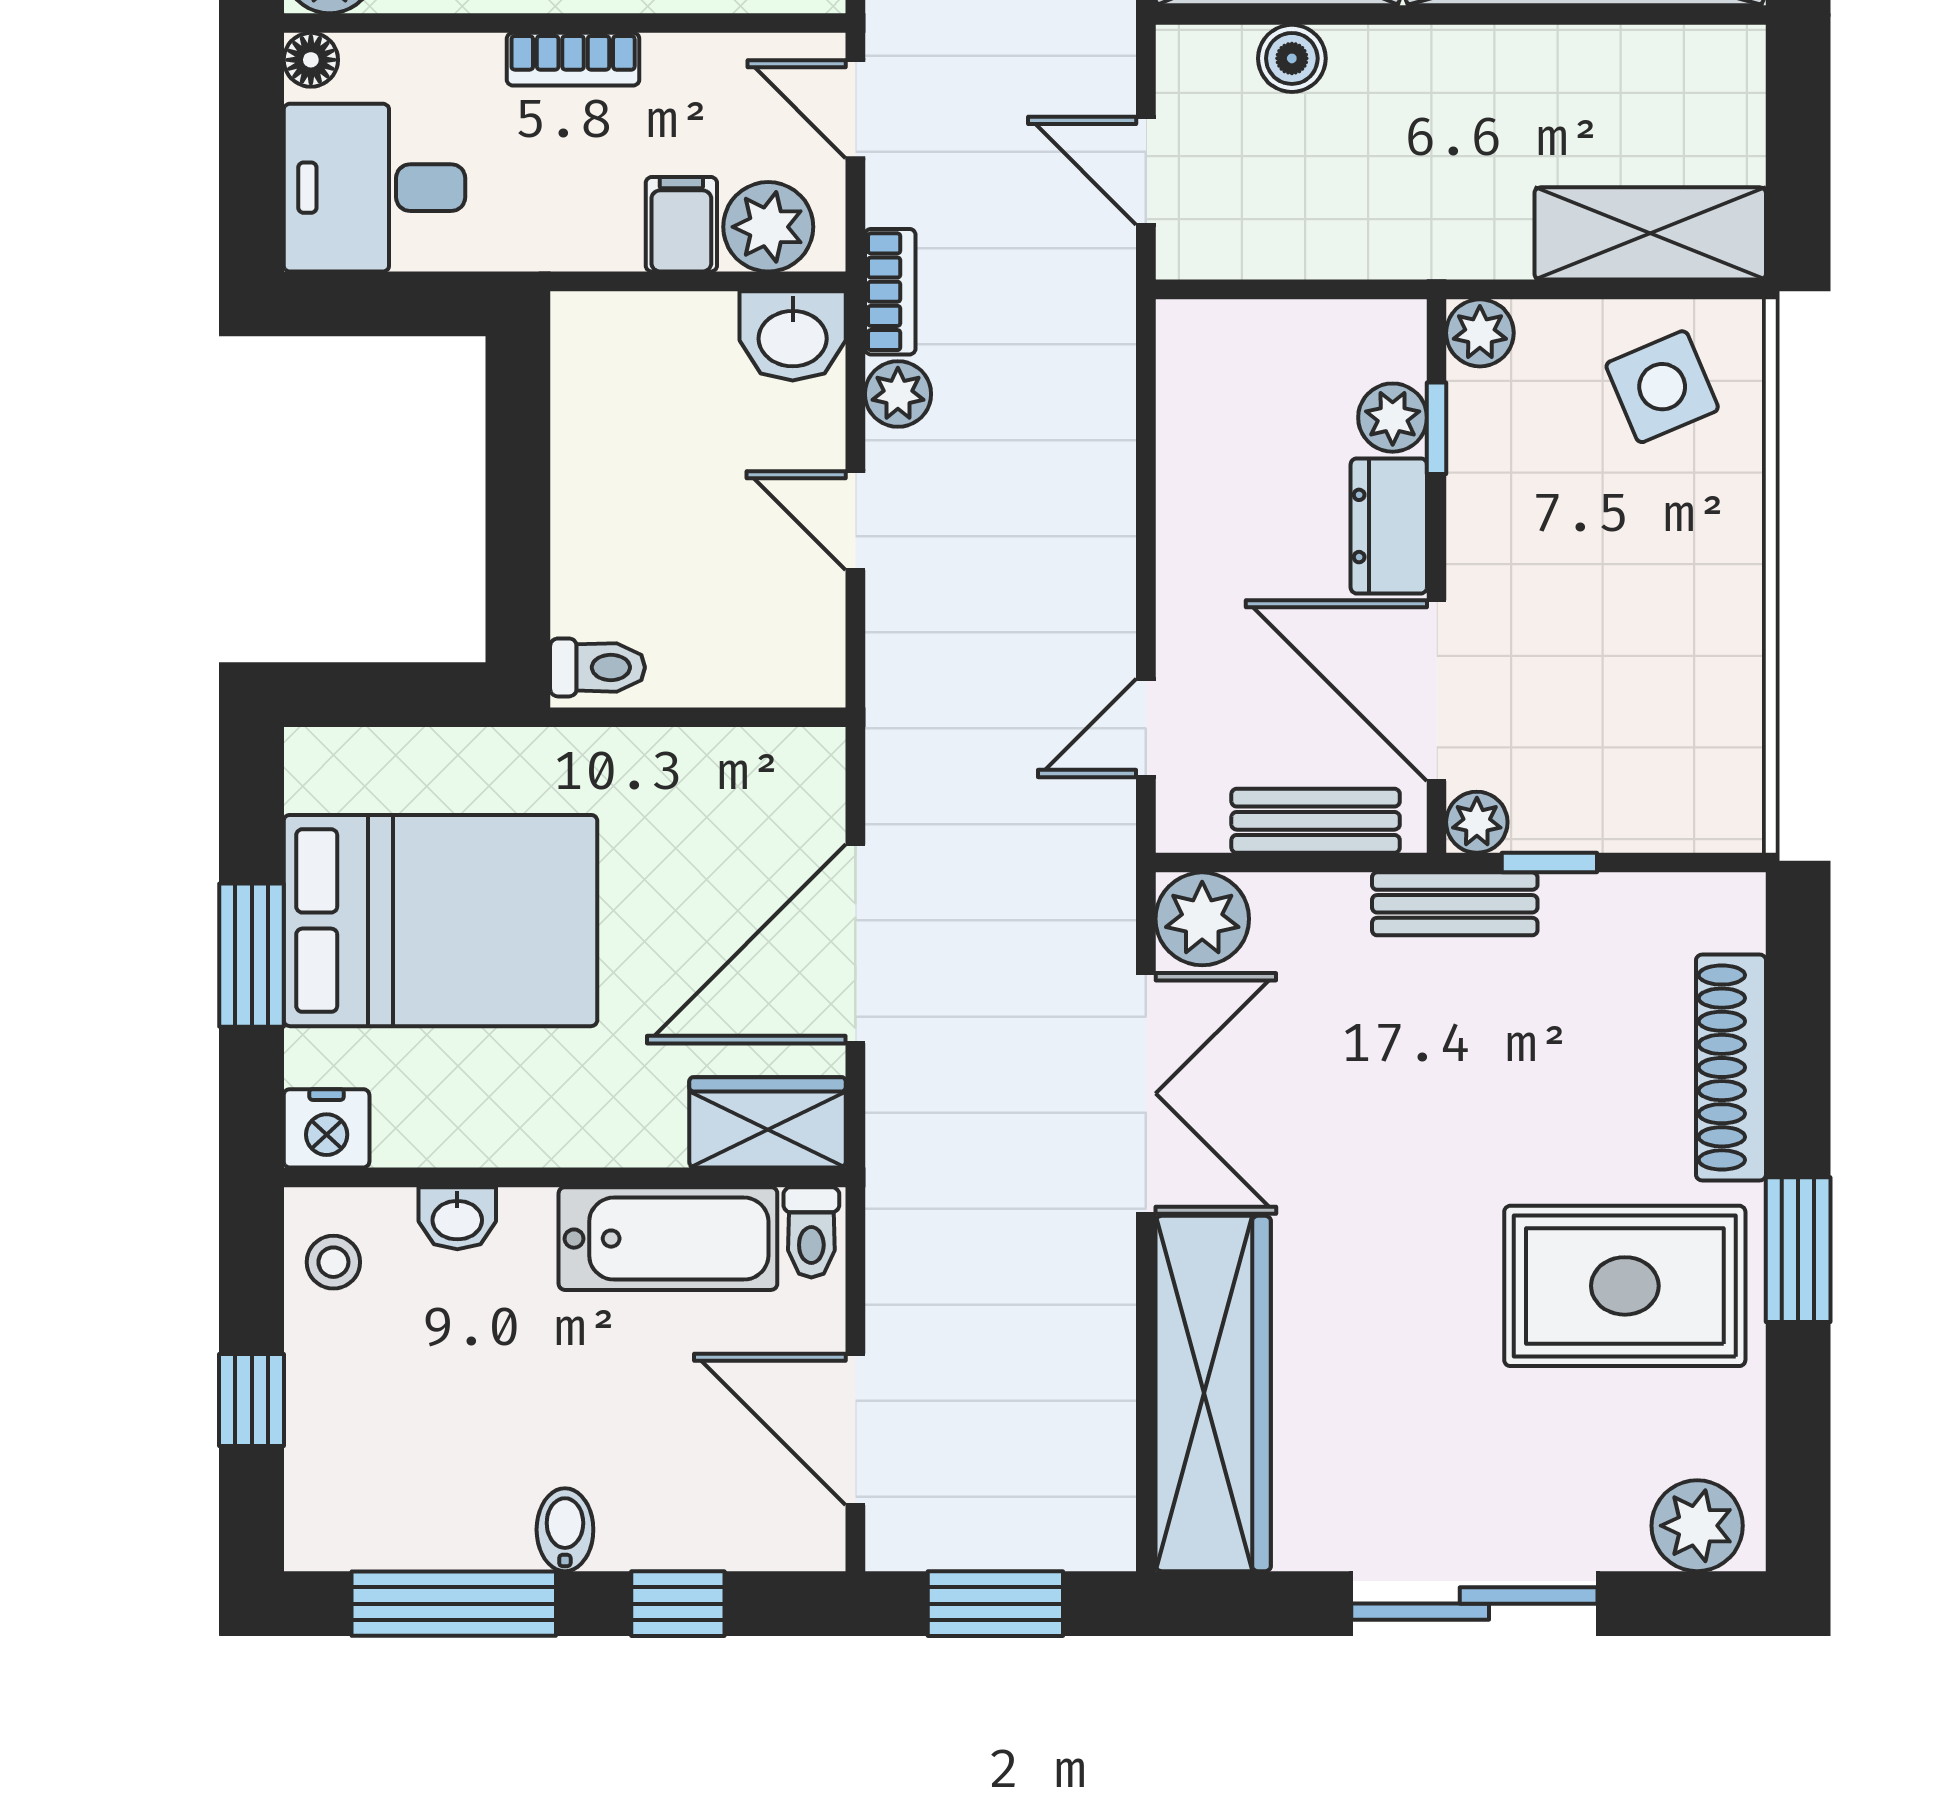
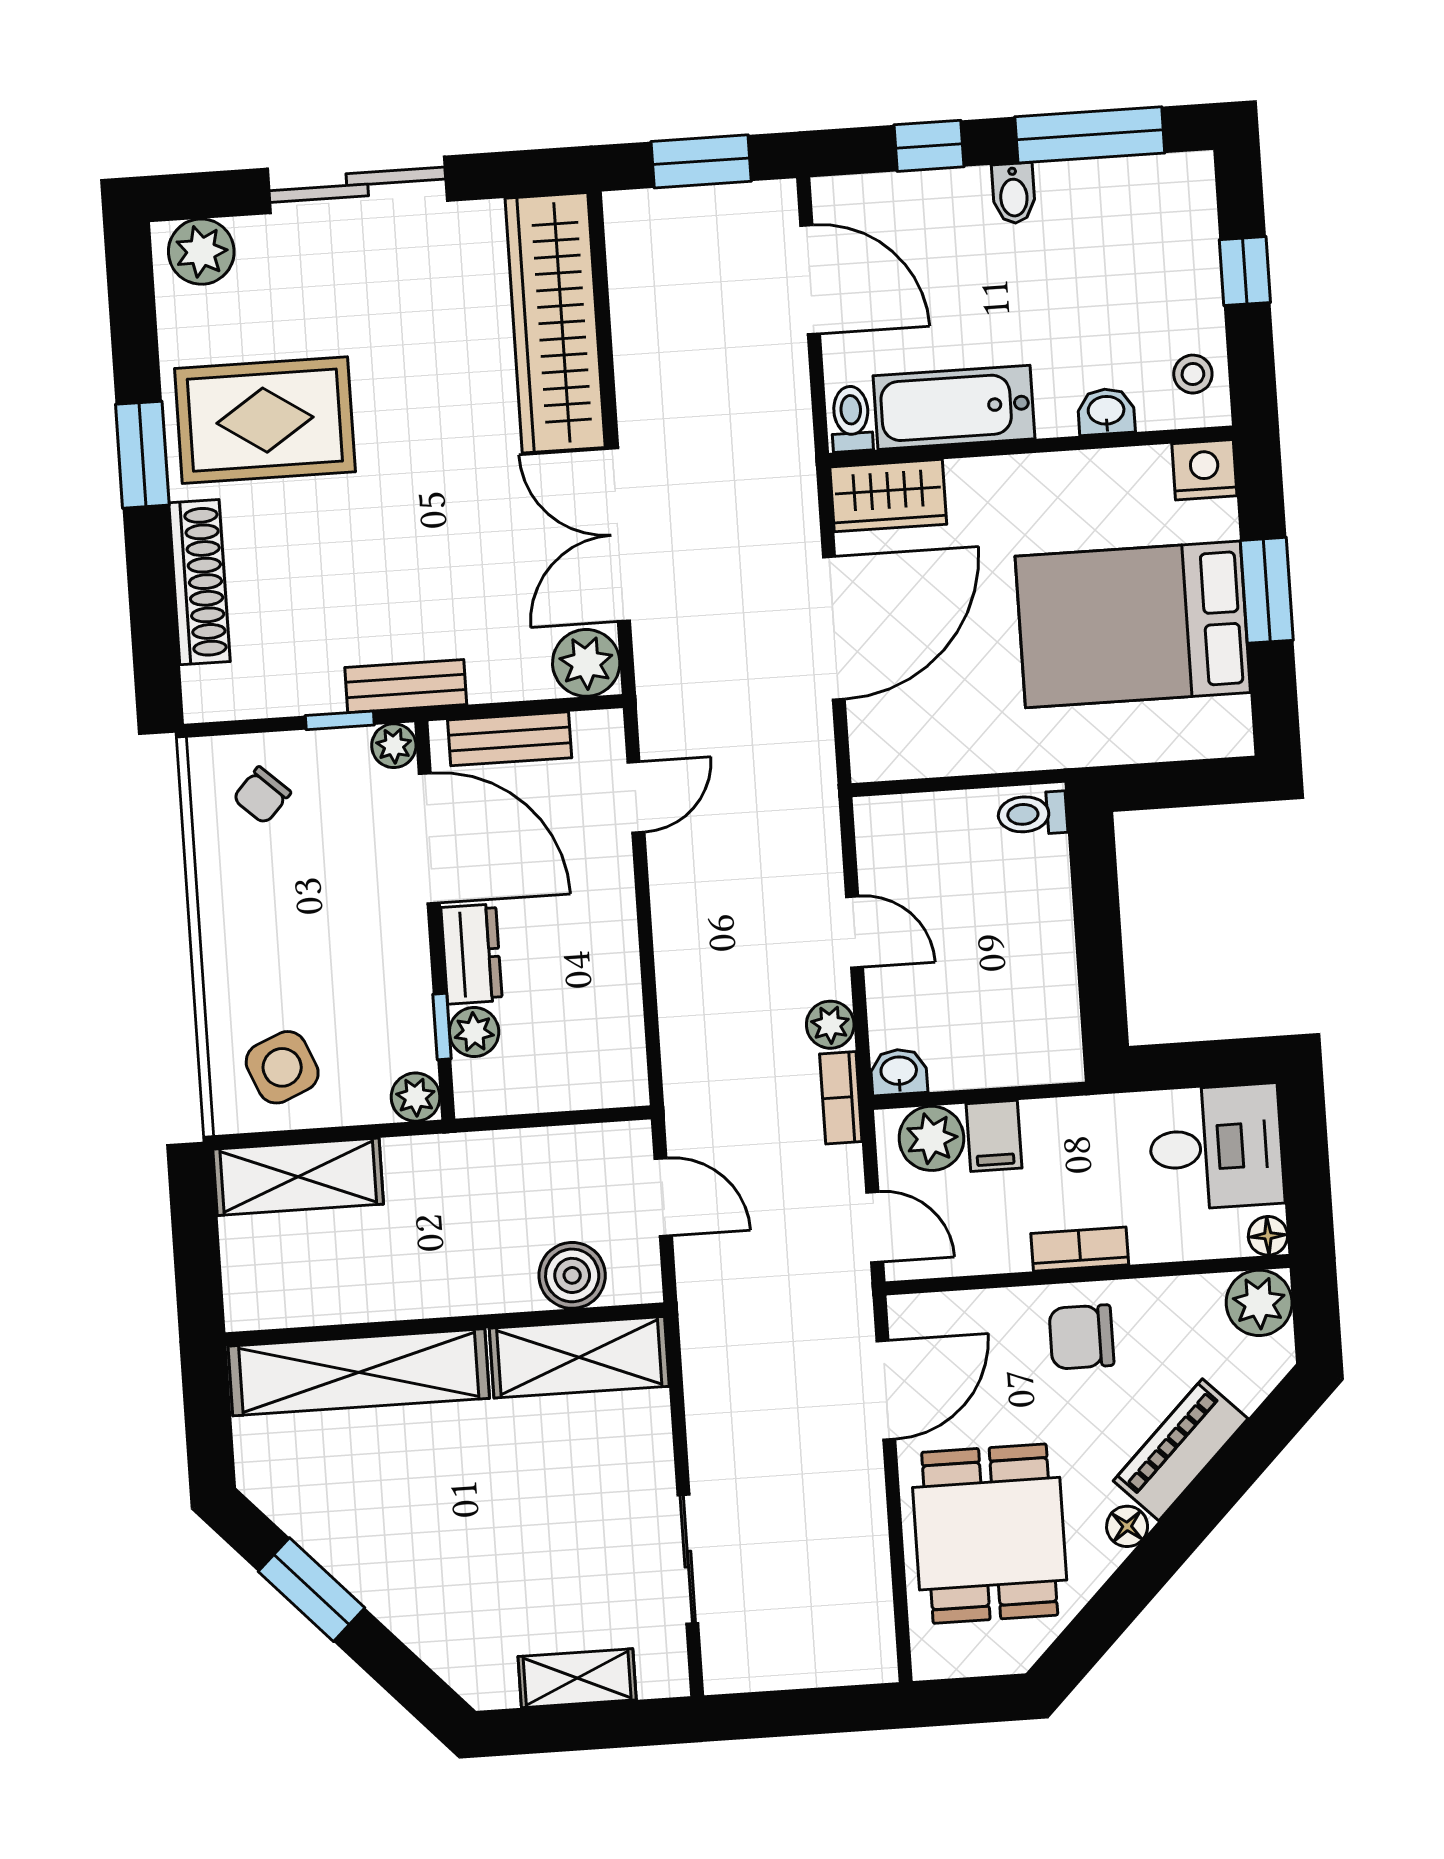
boiler: (1292, 58) -> (572, 1275), width x1.36, depth x1.36
washbasin: (793, 336) -> (899, 1072), width x0.72, depth x0.69
chair: (1665, 766) -> (262, 795), added

